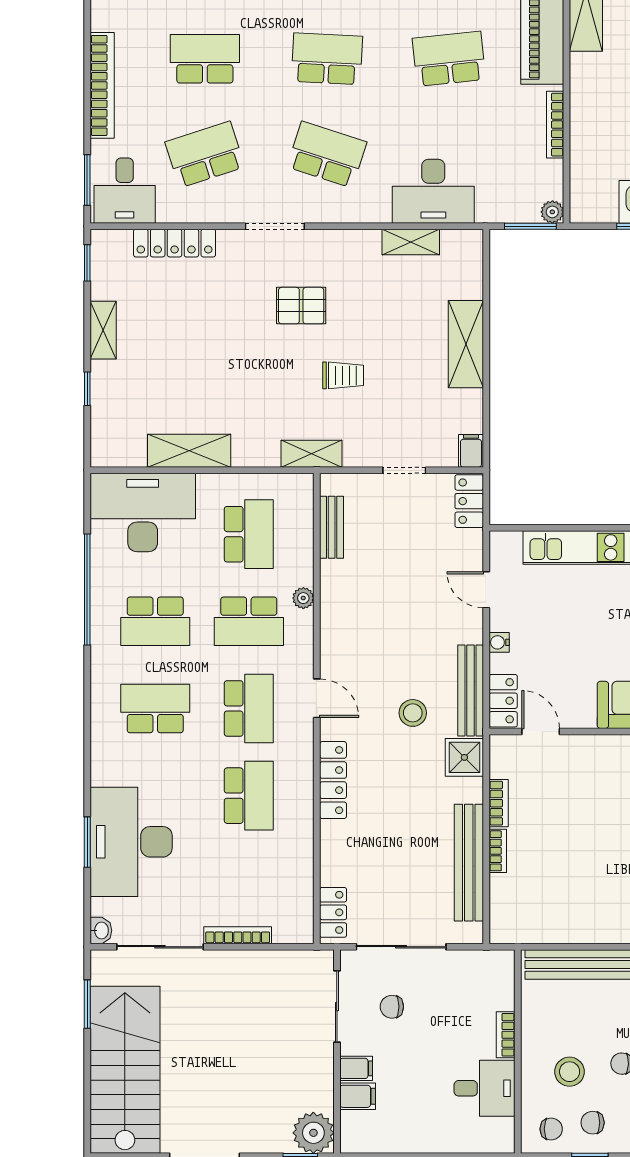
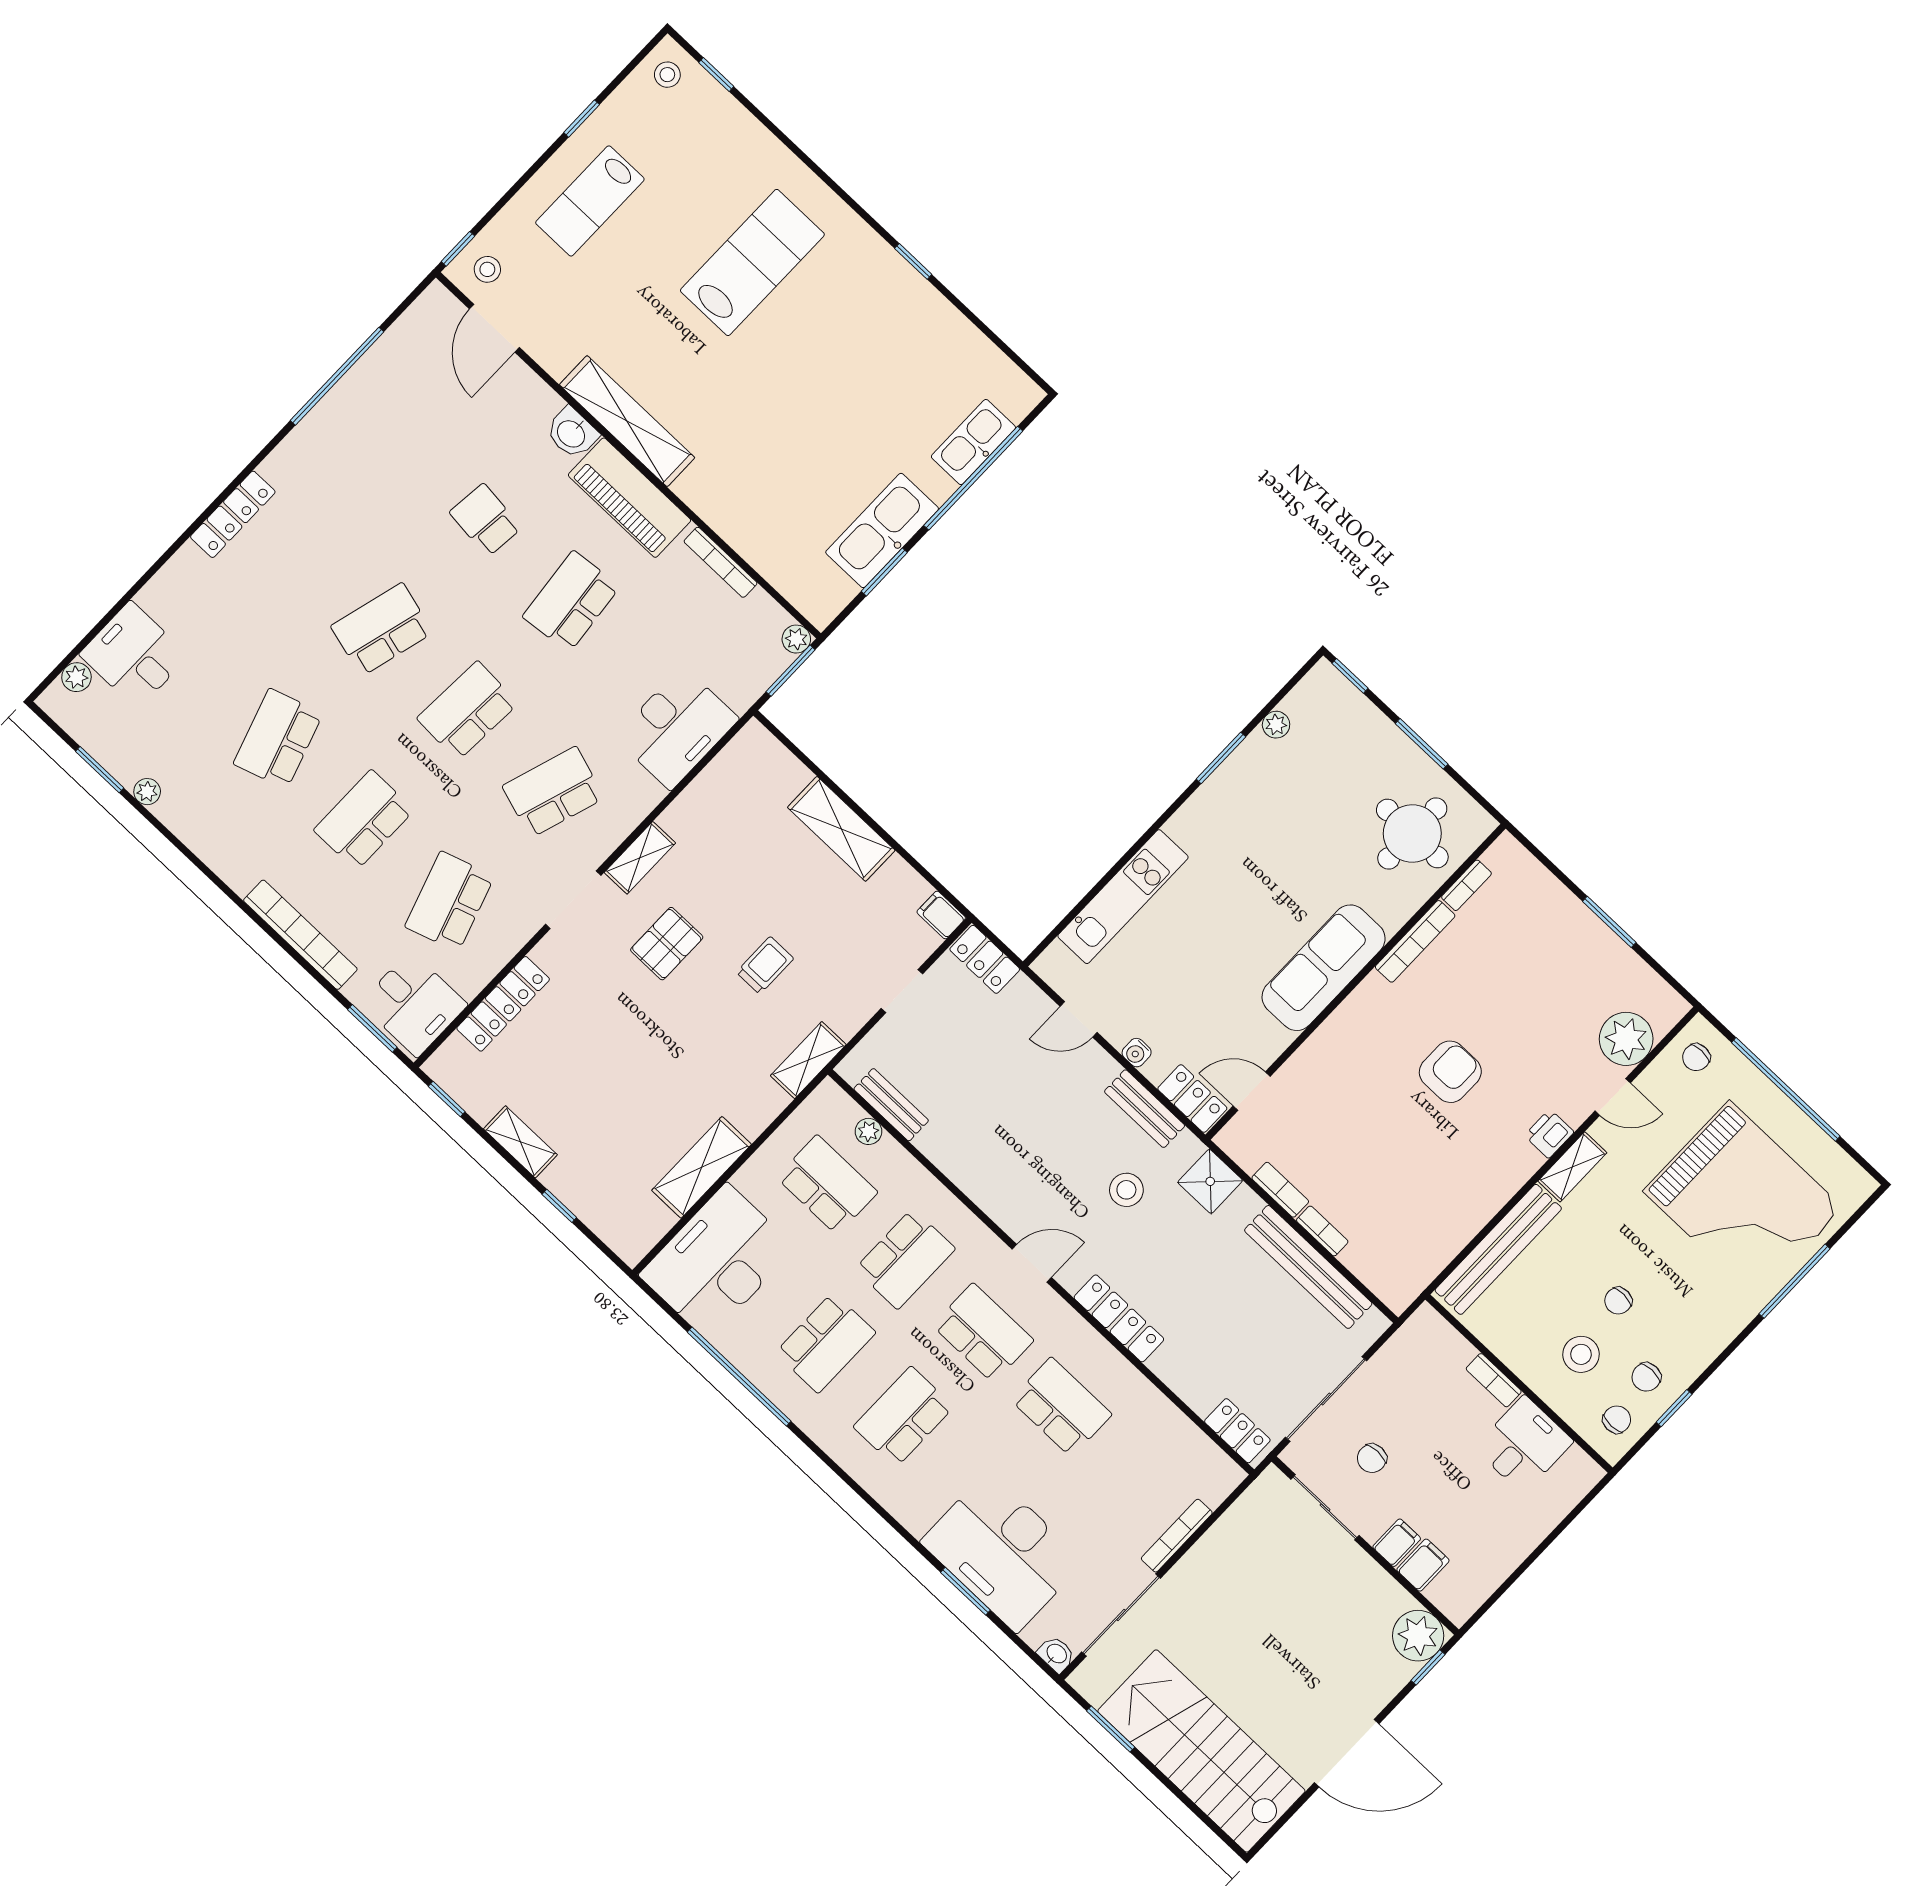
shelving: (411, 242) -> (640, 858), moved
plant: (303, 598) -> (869, 1131), moved
bench: (471, 690) -> (1145, 1109), width x0.73

